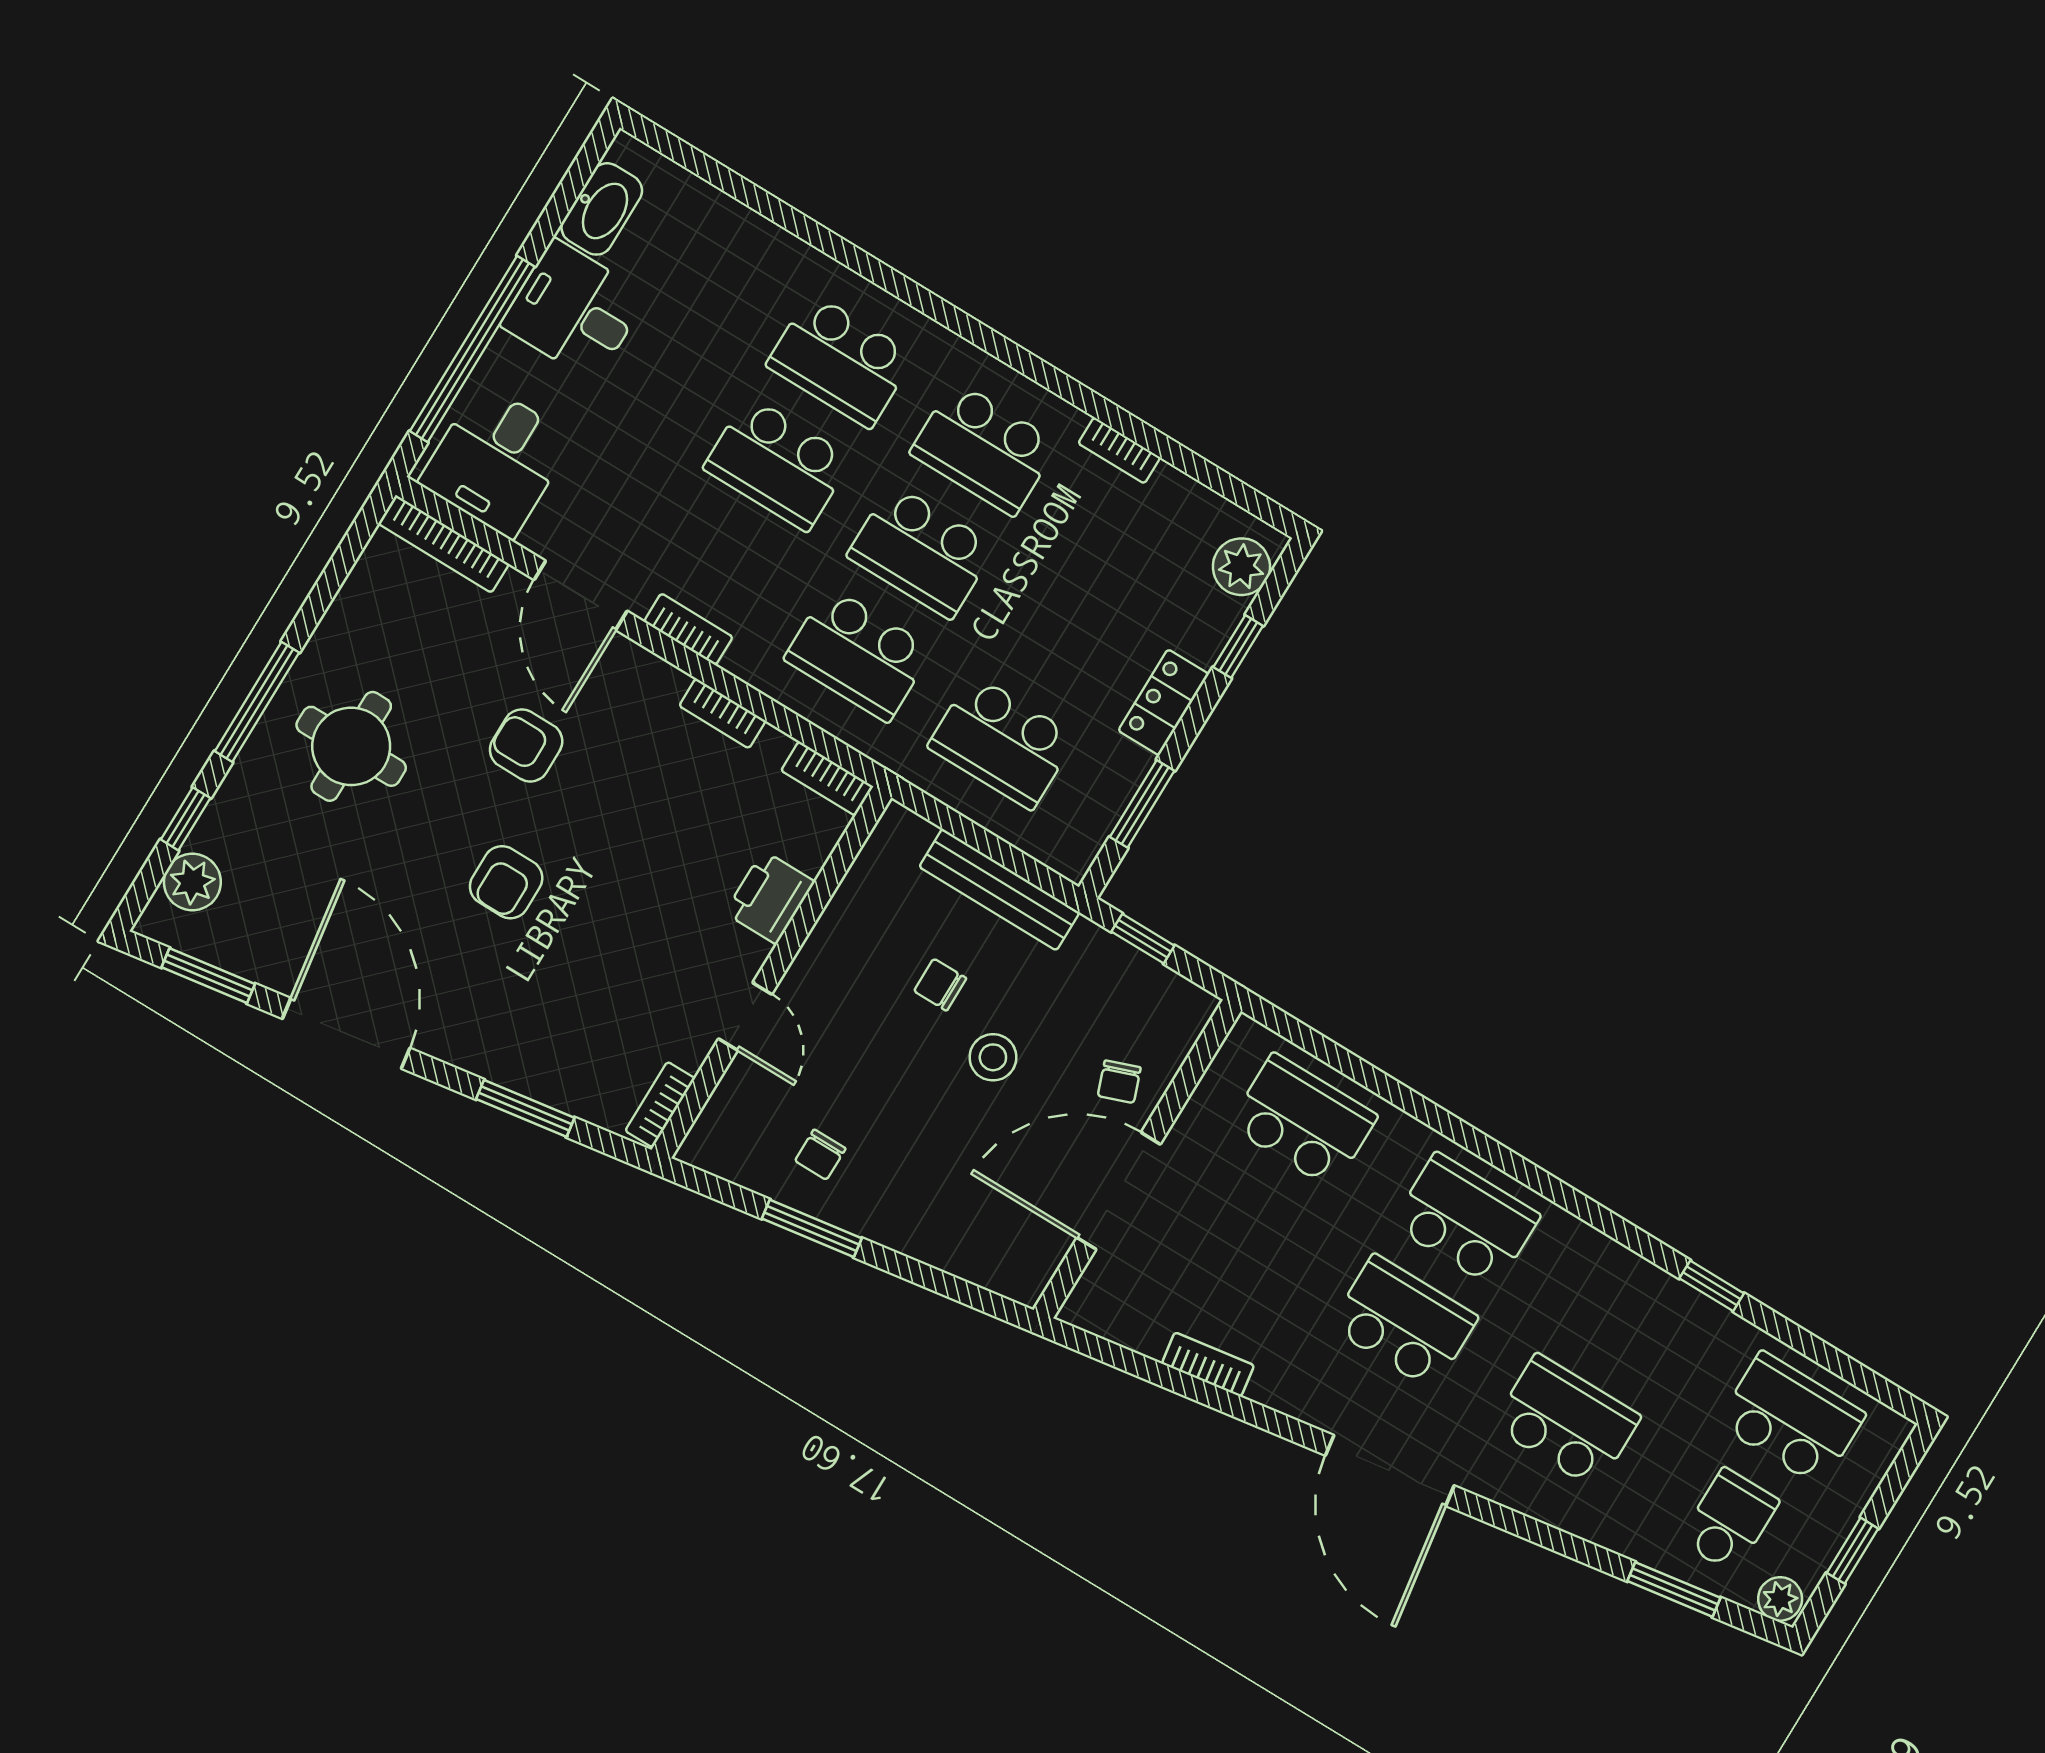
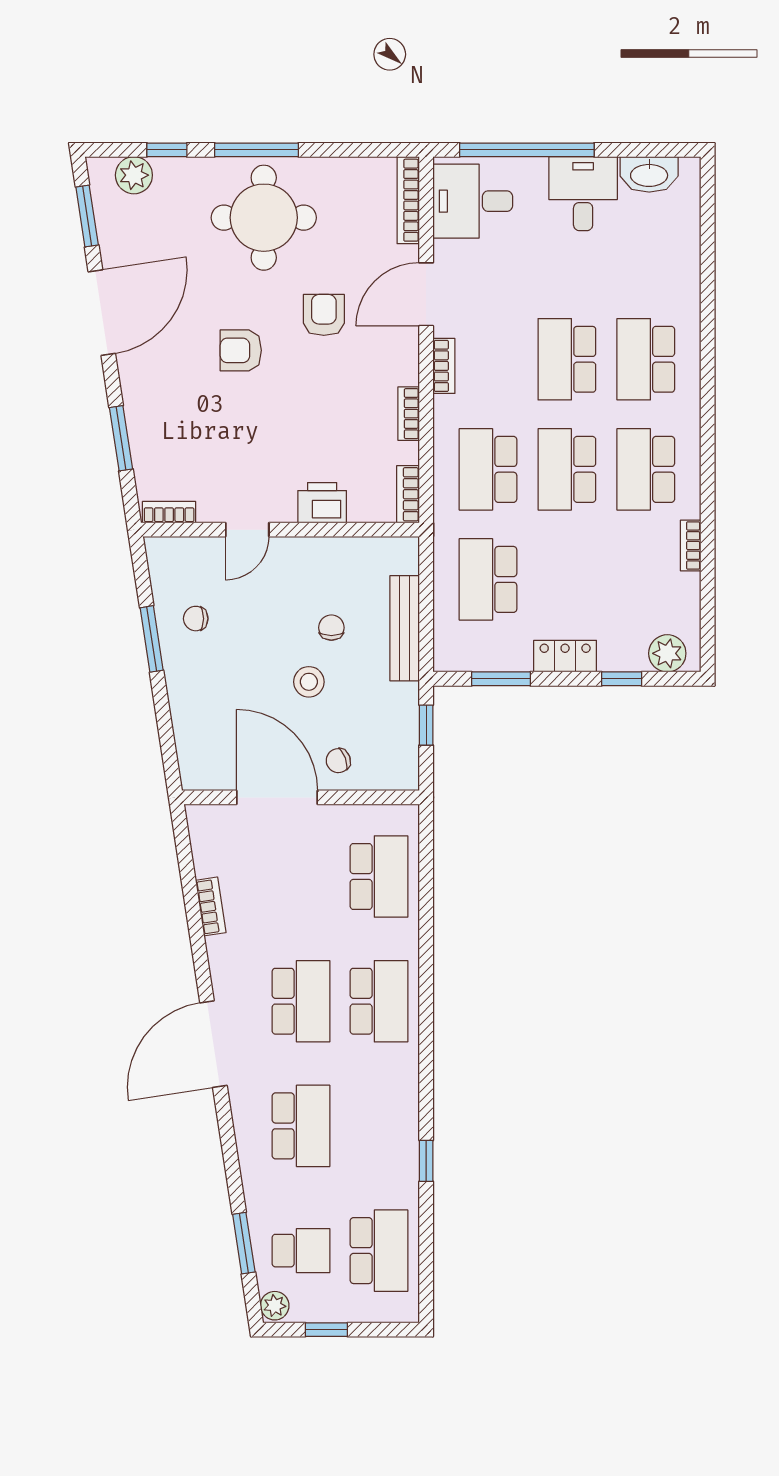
round table: (351, 746) -> (264, 218), width x1.36, depth x1.36

